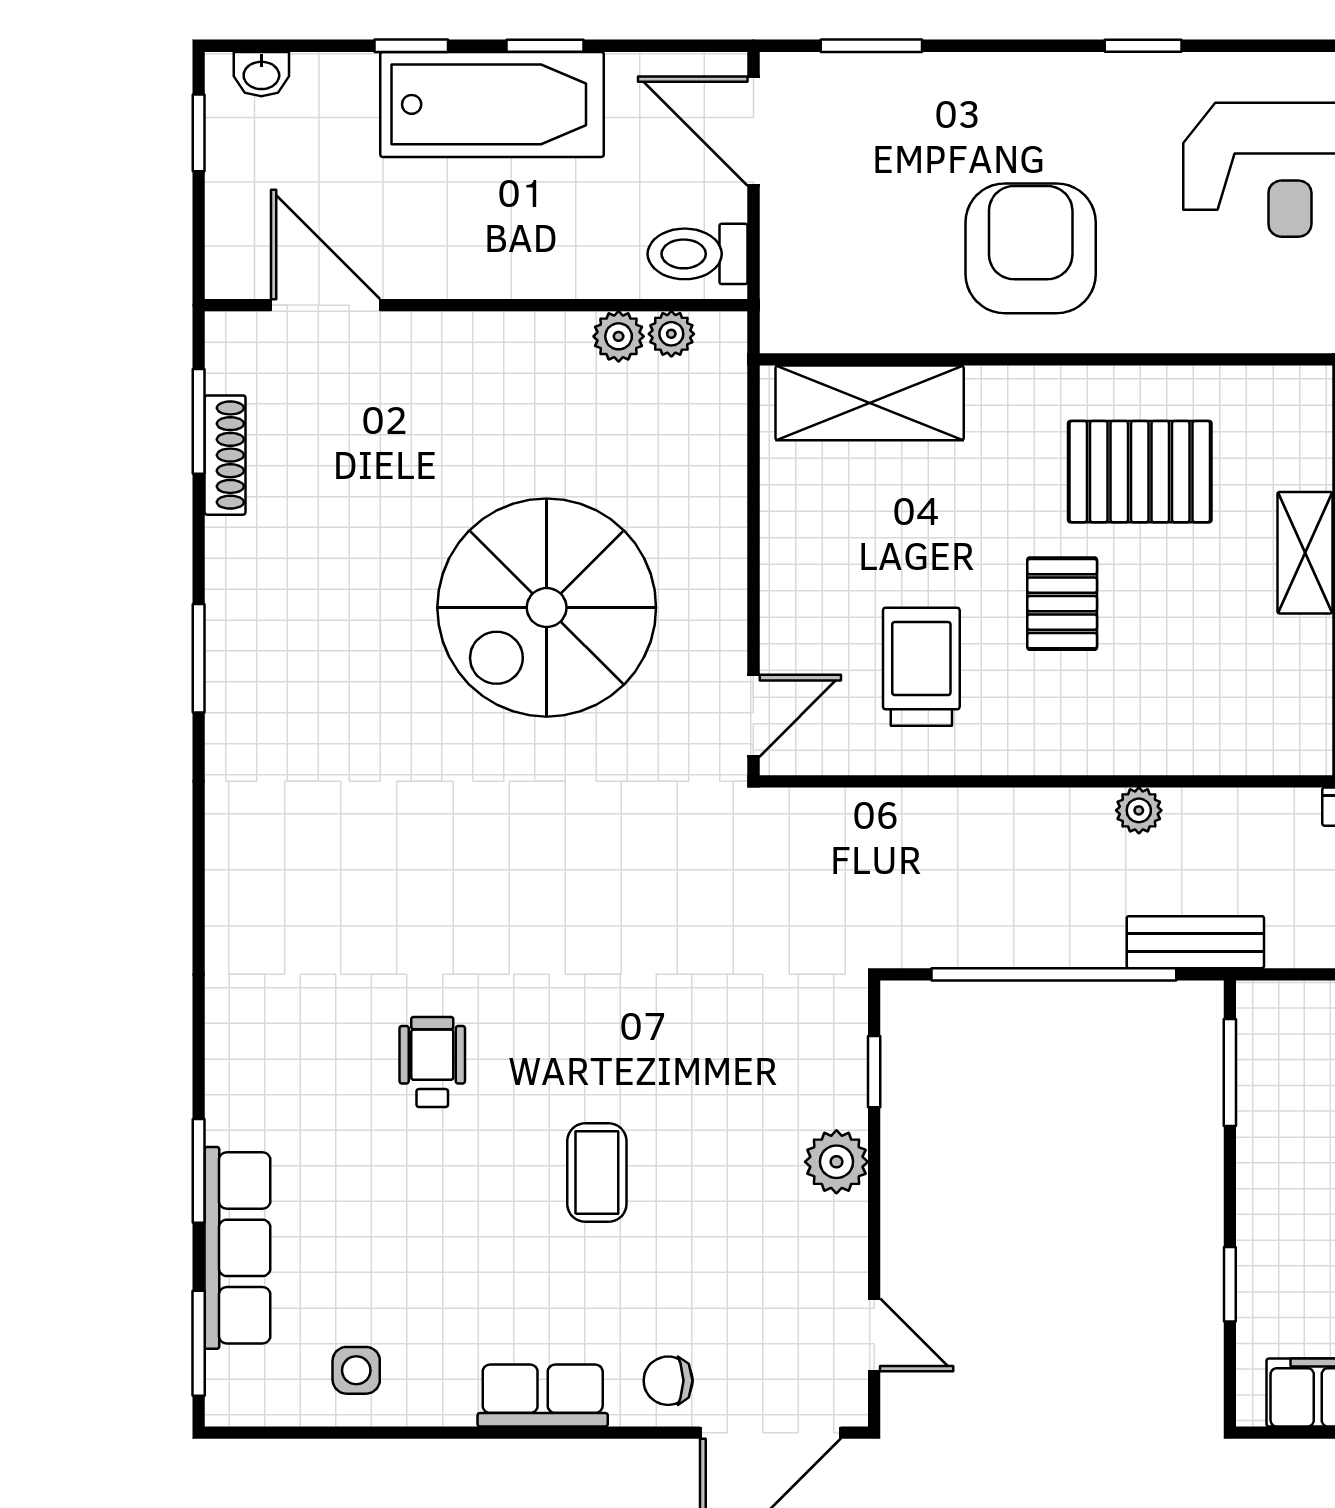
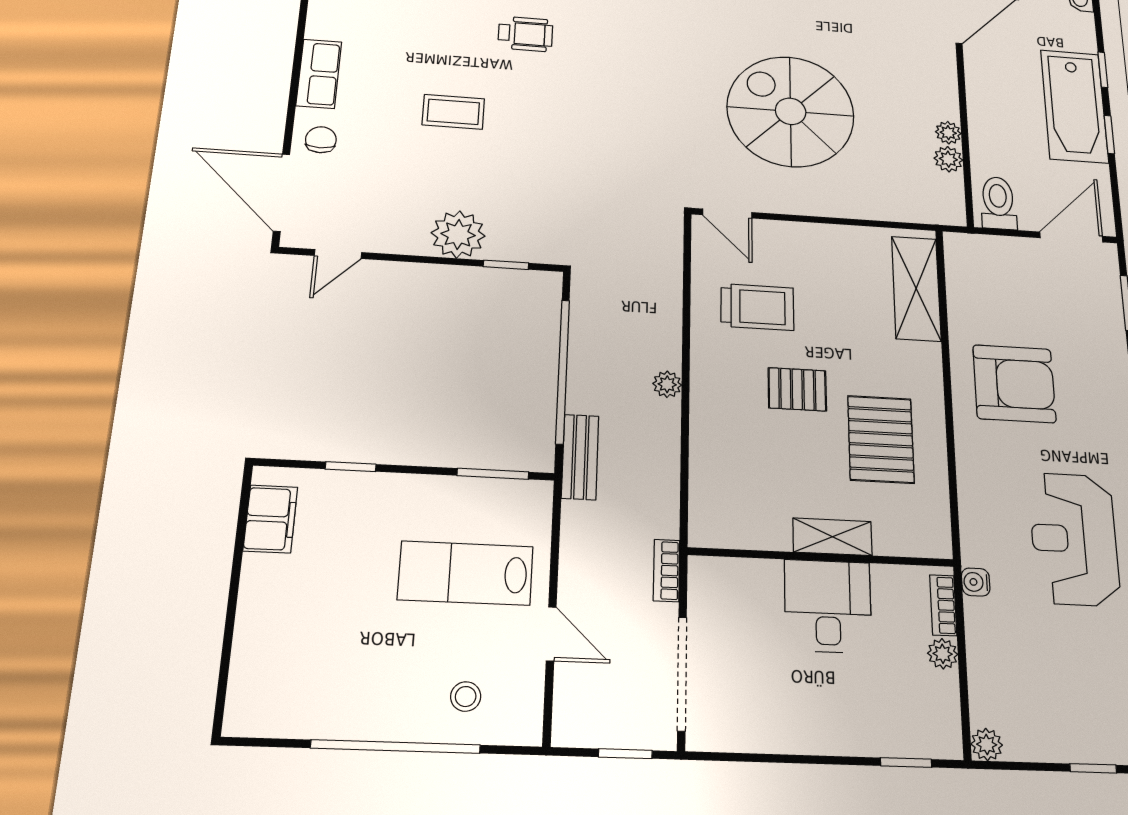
plant: (671, 334) -> (948, 133), moved
plant: (1139, 810) -> (667, 384), moved
plant: (836, 1162) -> (458, 234), width x1.36, depth x1.36

